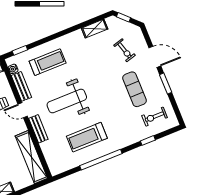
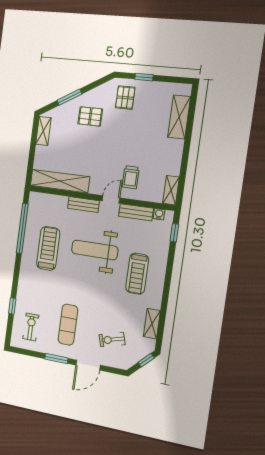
treadmill: (48, 62) -> (137, 274), moved
exercise mat: (135, 89) -> (68, 325), turned 90
weight bench: (67, 101) -> (95, 250), turned -90
window: (101, 160) -> (22, 228), moved

